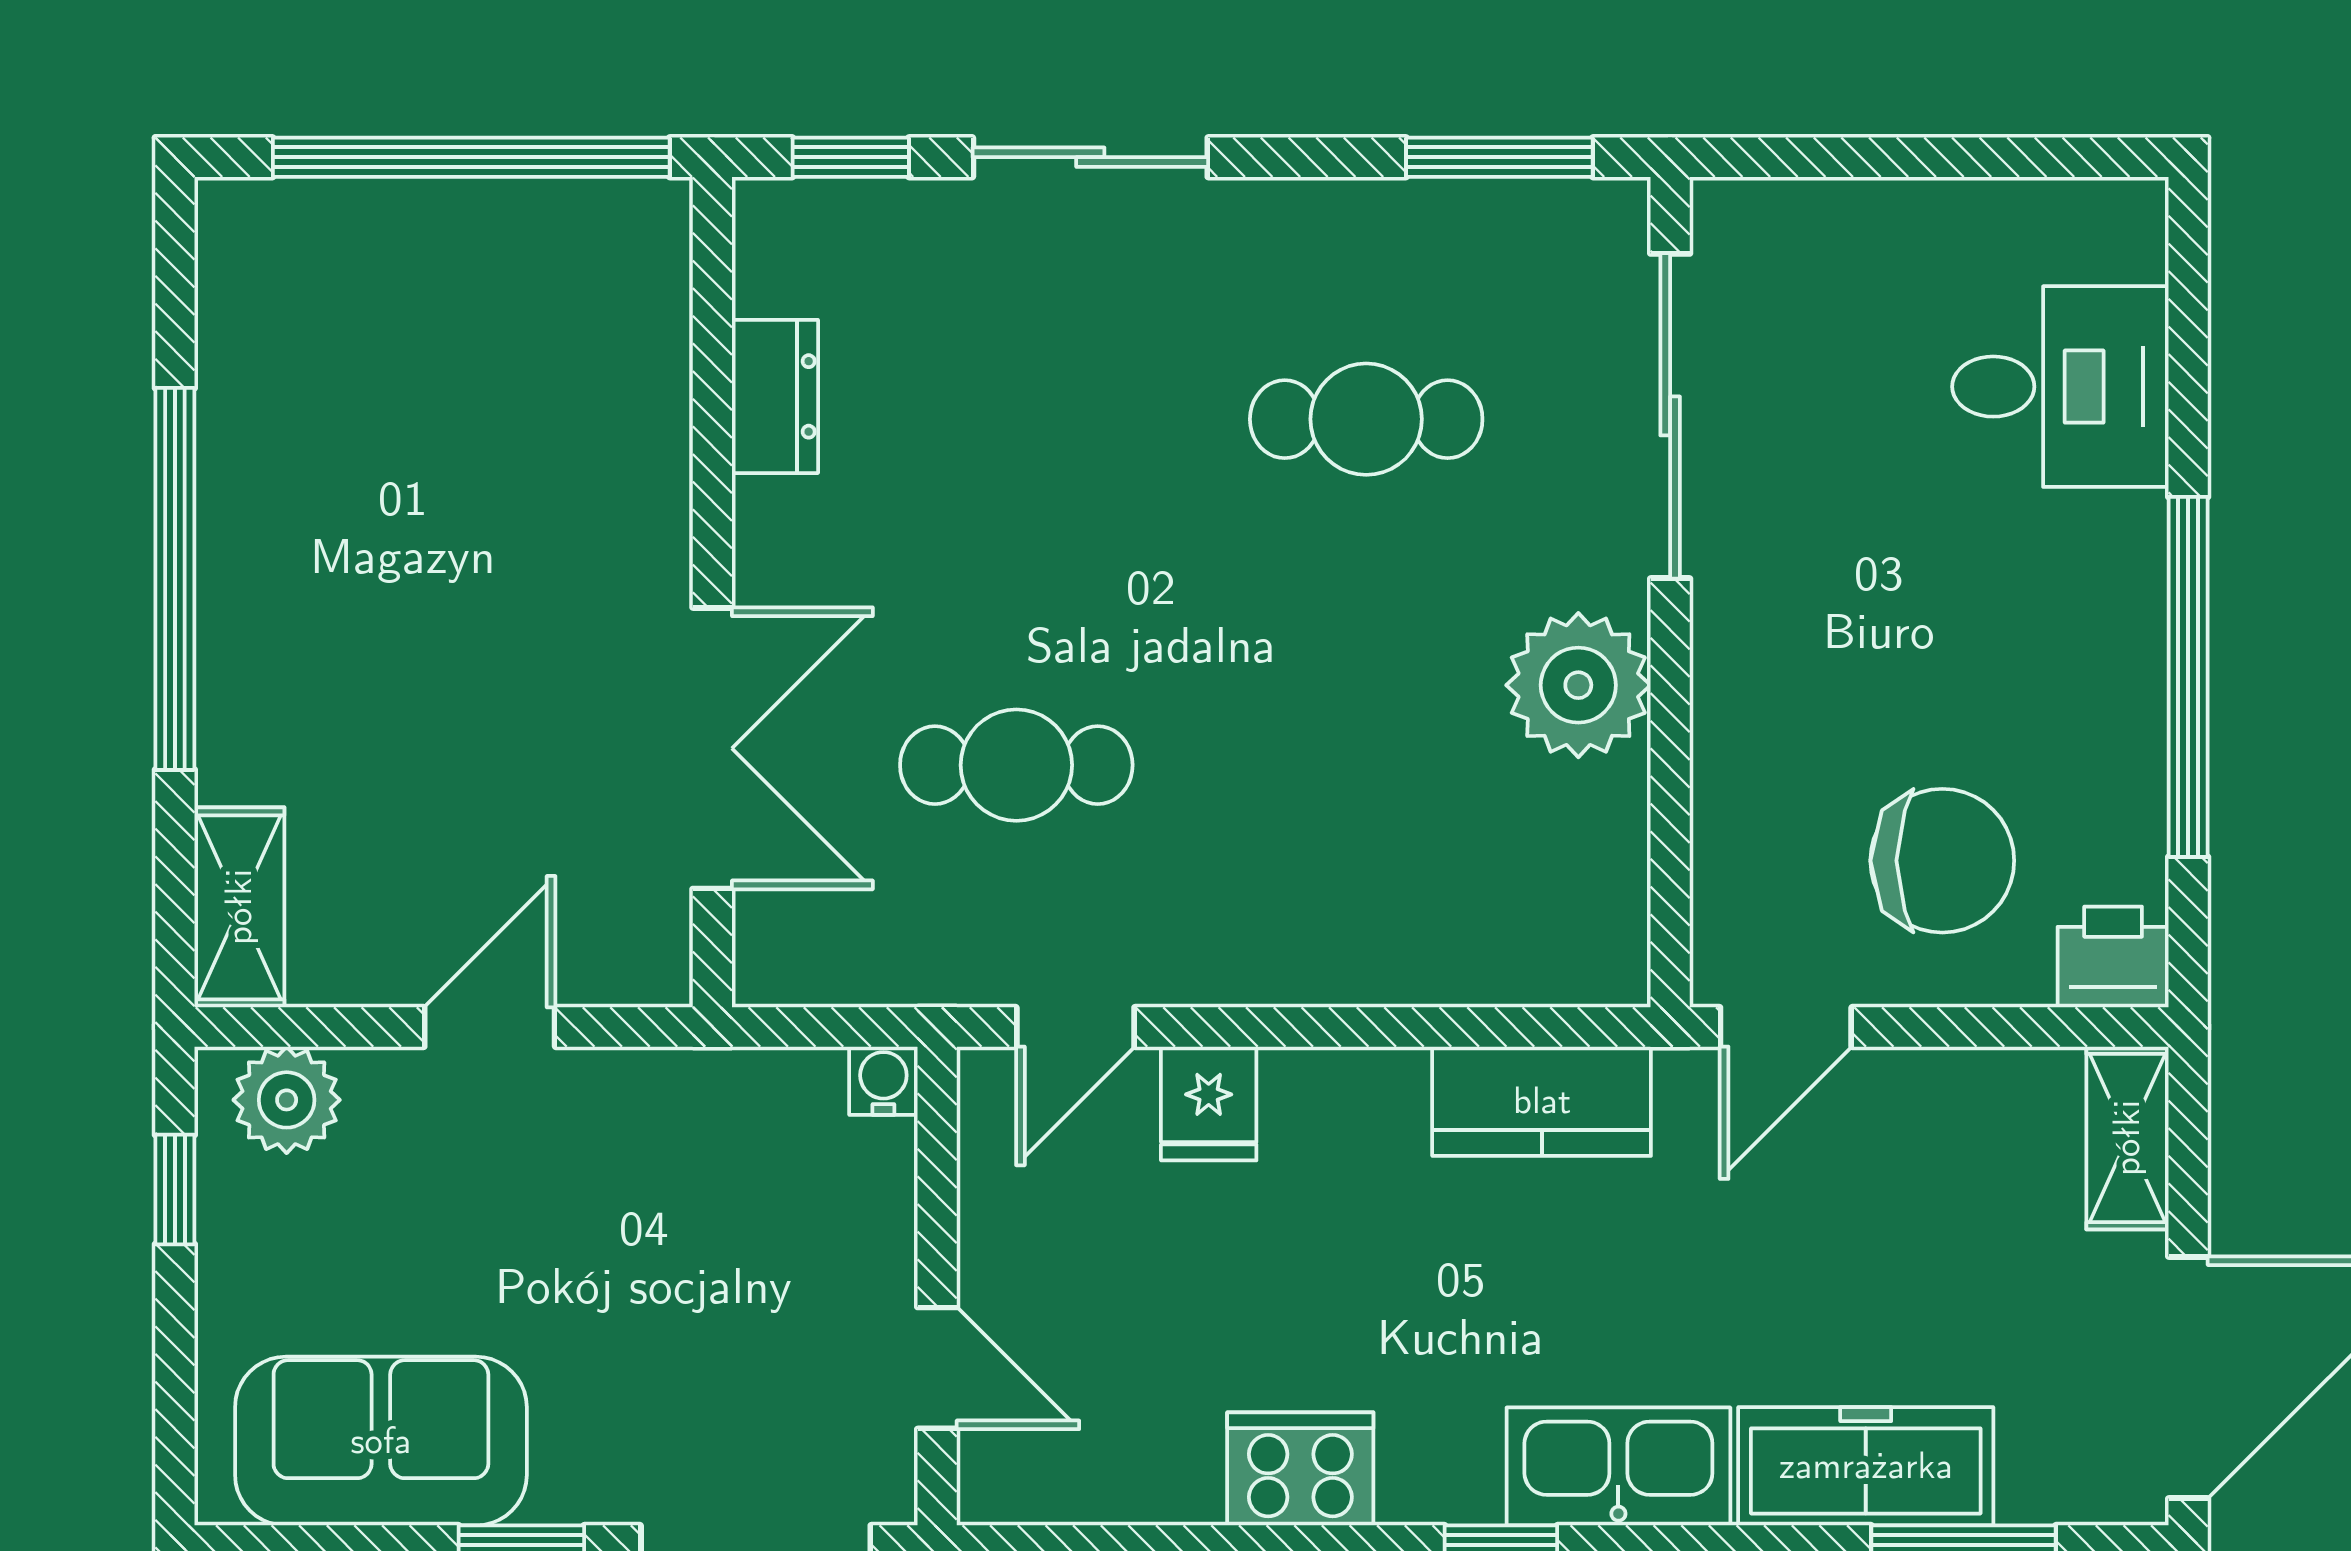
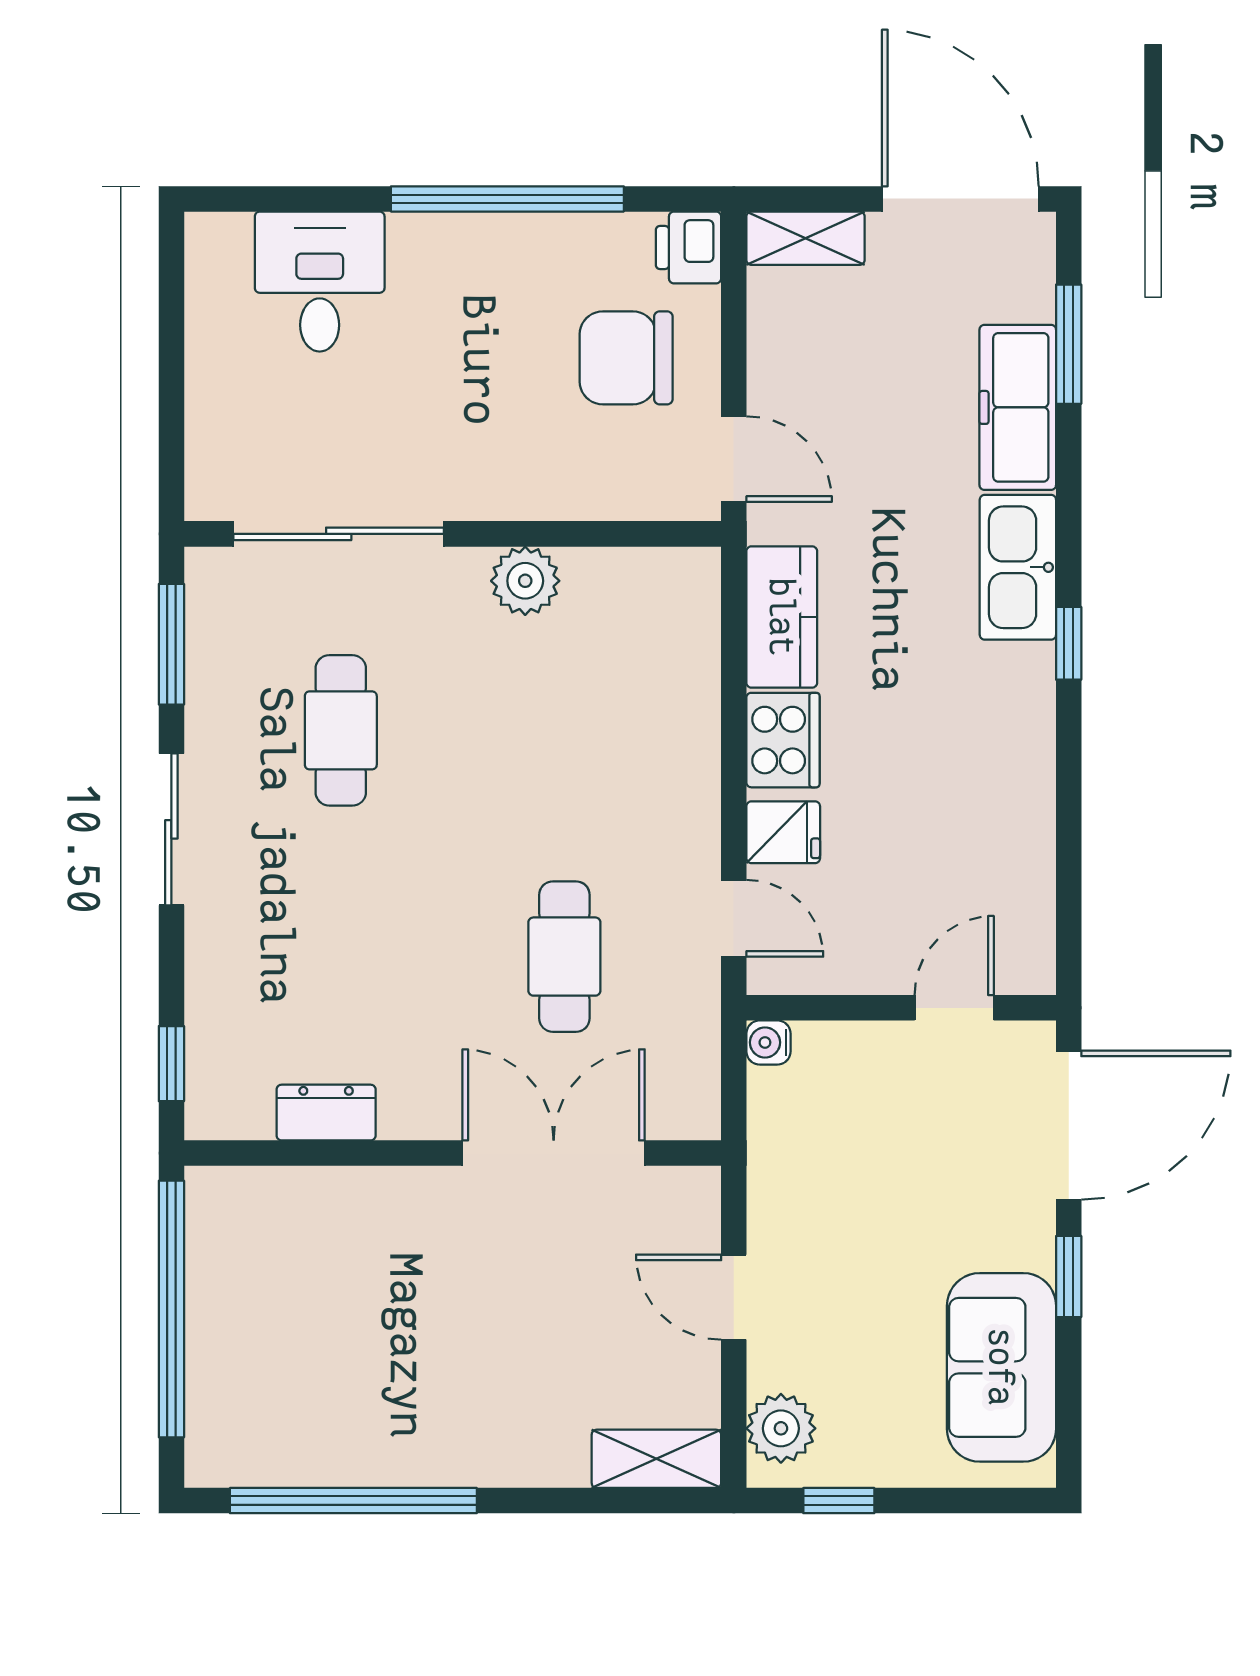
sliding door: (1090, 157) -> (171, 829), moved
window: (175, 579) -> (353, 1501), moved
plant: (1578, 685) -> (525, 581), width x0.73, depth x0.73
chair: (1942, 861) -> (626, 358), turned -90
cooker: (1300, 1469) -> (783, 740), moved, turned 180

